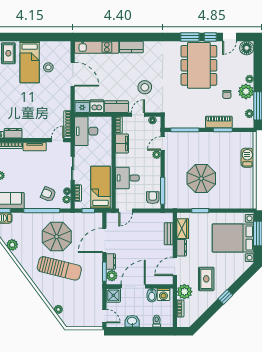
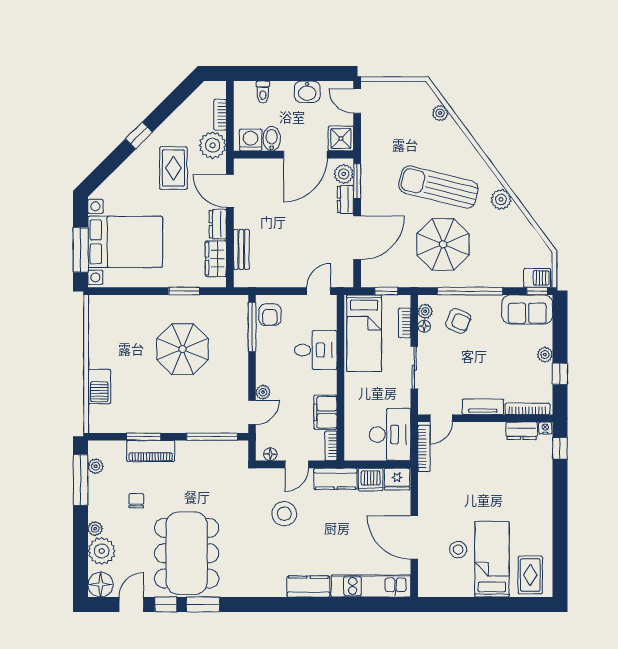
plant: (246, 91) -> (102, 551), moved
plant: (12, 245) -> (501, 199), moved
door: (175, 266) -> (230, 191), swing flipped

